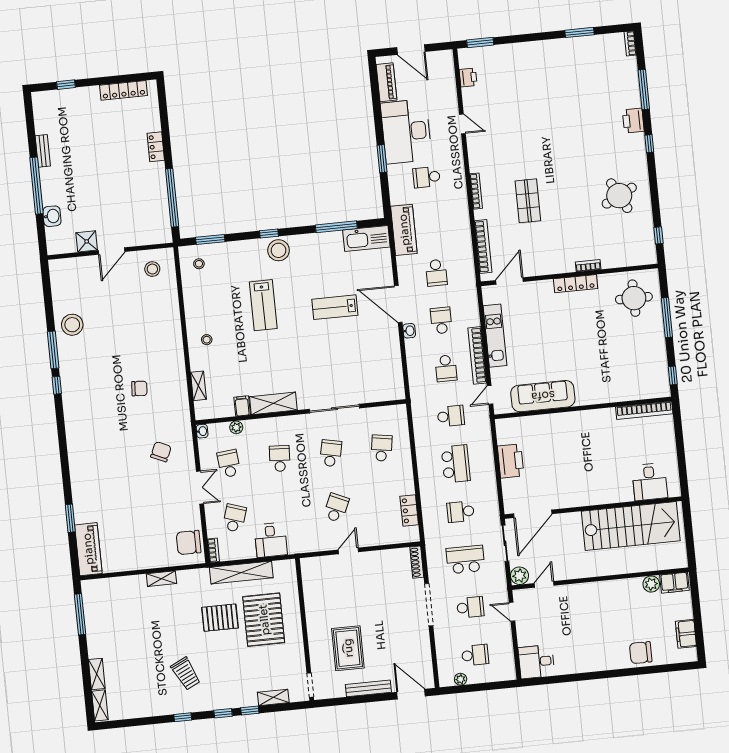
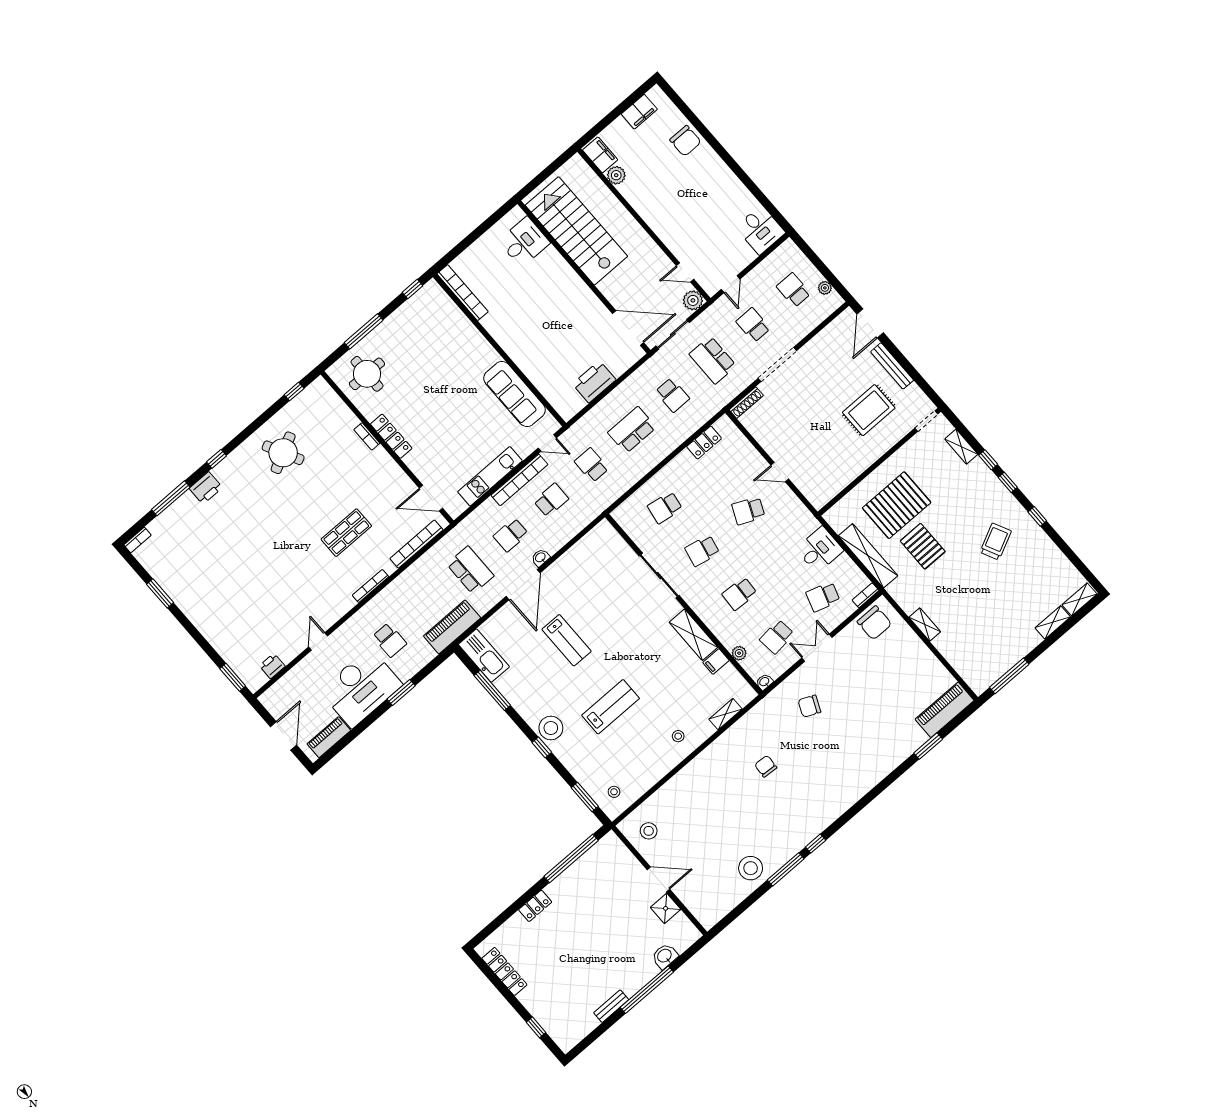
school desk: (436, 273) -> (470, 570), width x1.85

